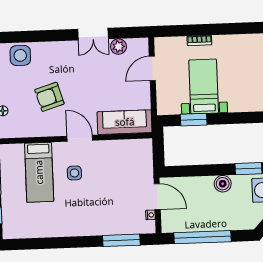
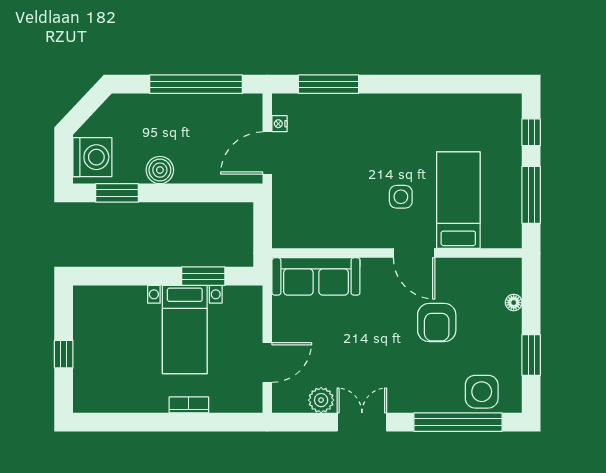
window: (34, 36) -> (458, 422), added
armchair: (49, 97) -> (437, 323), turned 107
door: (80, 138) -> (414, 253), moved
door: (157, 197) -> (267, 153), hinge flipped

